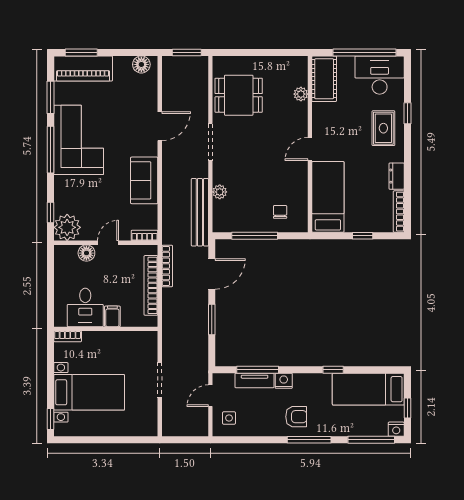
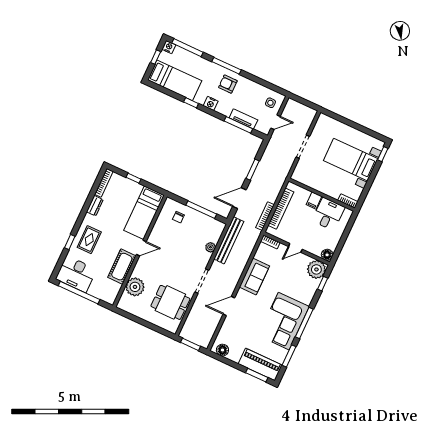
cot: (324, 79) -> (122, 267), moved
plant: (301, 94) -> (135, 287), width x1.88, depth x1.88
floor lamp: (86, 253) -> (327, 255), moved
nightstand: (284, 381) -> (211, 103), moved

